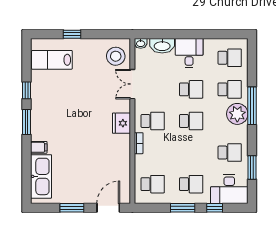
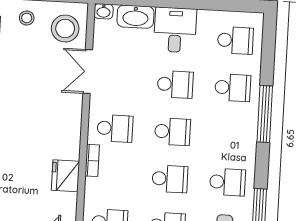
stool: (90, 51) -> (27, 18), added
plant: (237, 114) -> (242, 125), removed
fridge: (121, 123) -> (66, 176), moved
school desk: (191, 153) -> (170, 179), added

